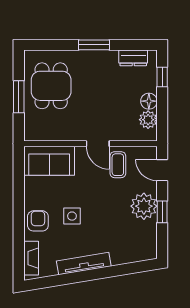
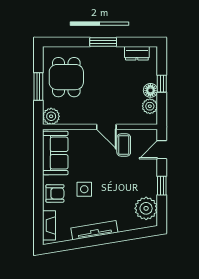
window: (162, 77) -> (162, 84), moved
plant: (34, 131) -> (51, 116), added
sofa: (49, 161) -> (55, 153), moved, turned -90
door: (162, 170) -> (162, 150), hinge flipped
plant: (144, 206) -> (146, 208), moved
armchair: (38, 221) -> (55, 193), turned 90

